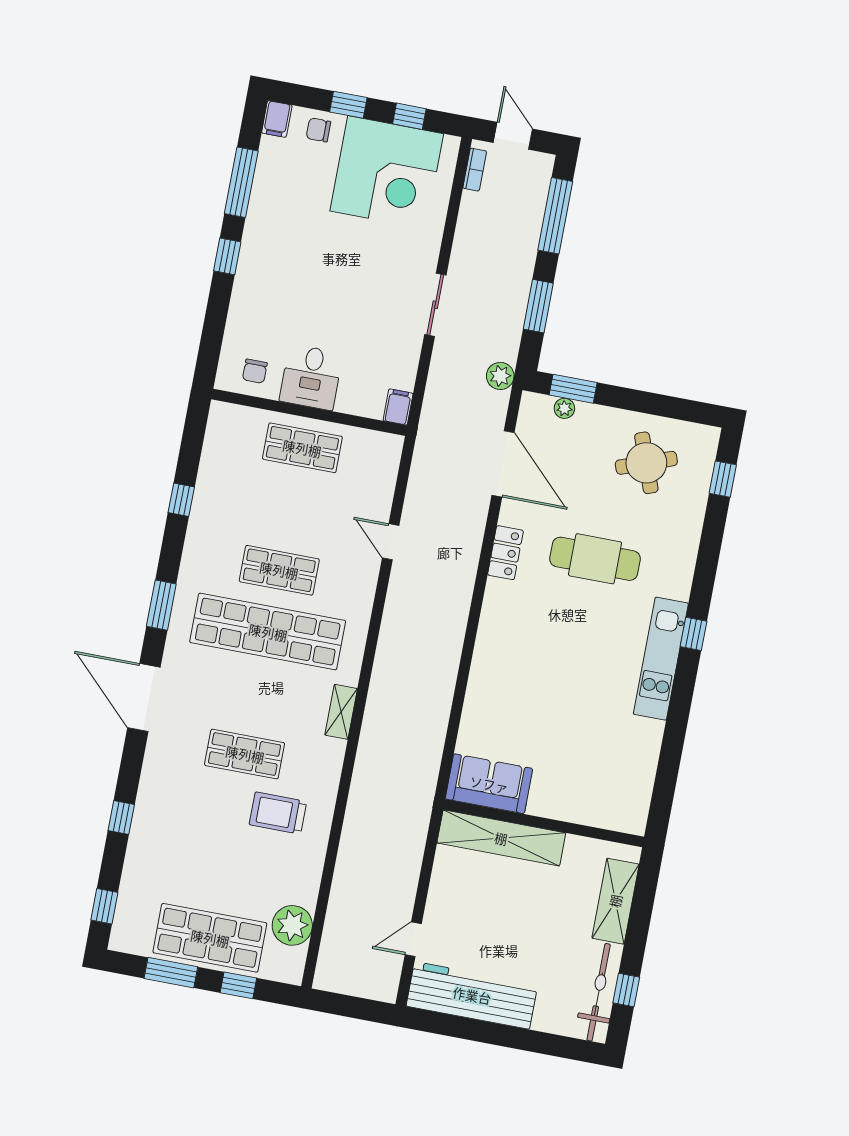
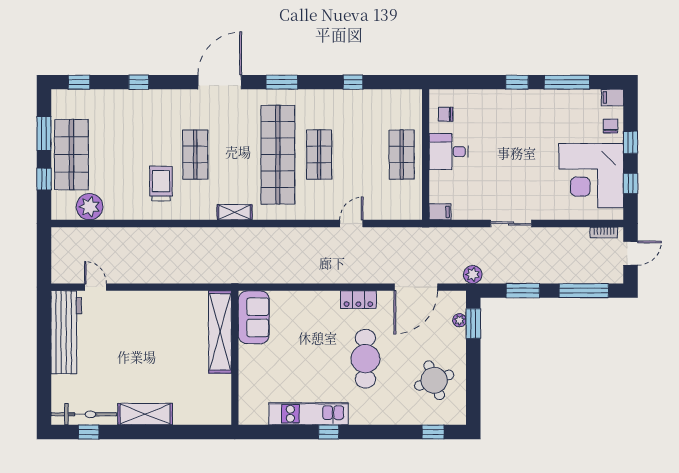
sofa: (489, 784) -> (254, 317), moved
wall: (544, 823) -> (235, 358), moved
shelving: (501, 838) -> (220, 332), moved

